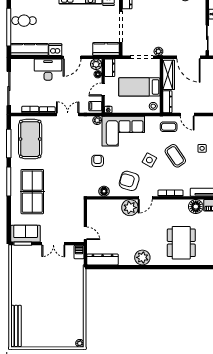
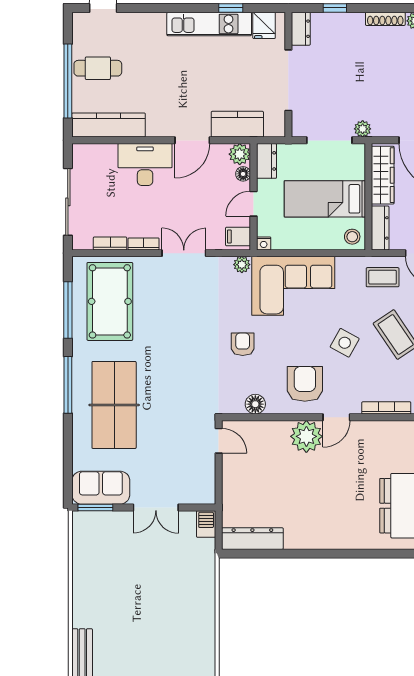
kitchen counter: (106, 49) -> (237, 124), moved
dishwasher: (55, 50) -> (159, 125), removed
armchair: (129, 181) -> (305, 384), turned 73
door: (85, 233) -> (219, 441), moved
plant: (142, 257) -> (331, 535), removed

